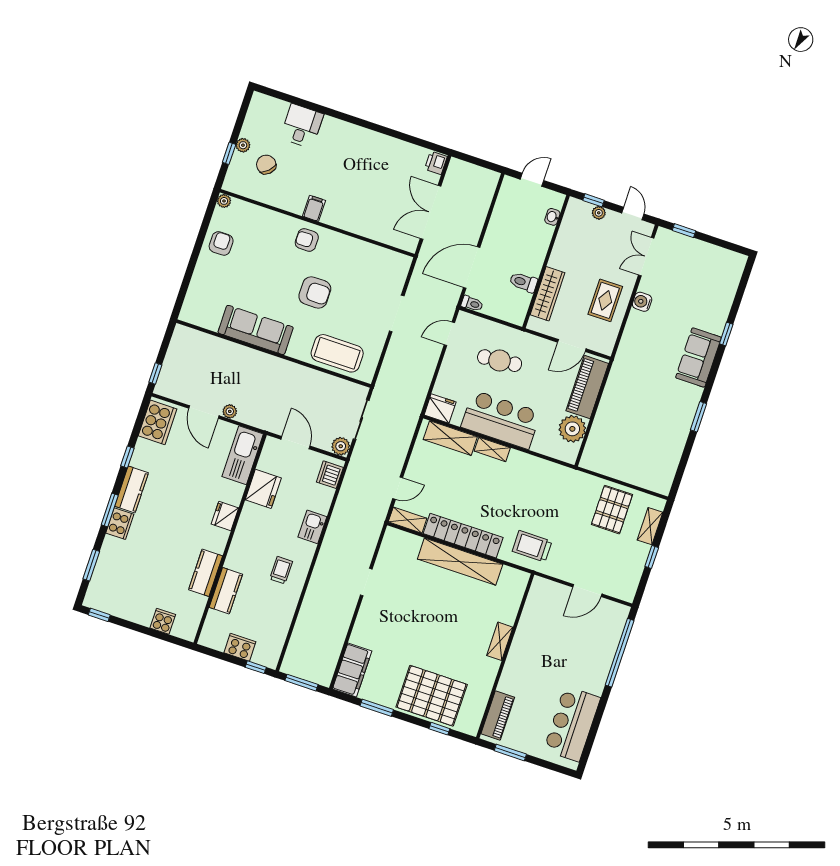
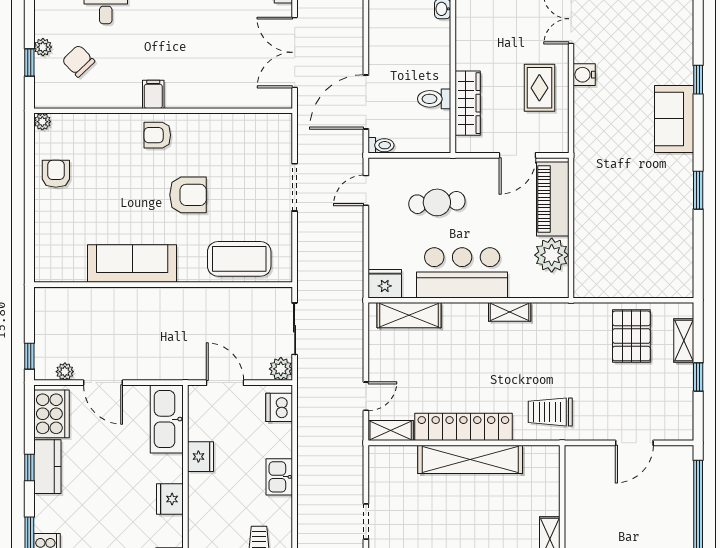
plant: (230, 411) -> (65, 372), moved
shelving: (492, 449) -> (510, 312), moved
kitchen counter: (132, 489) -> (47, 467), moved
fridge: (263, 489) -> (201, 457), width x0.73, depth x0.75

